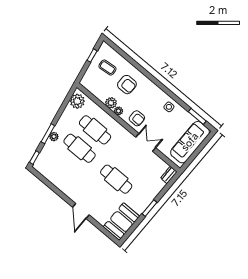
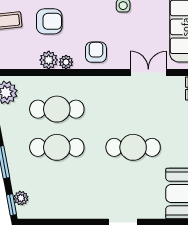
armchair: (137, 118) -> (96, 52), turned -90
plant: (54, 137) -> (21, 198), moved
double door: (146, 142) -> (148, 72), moved

